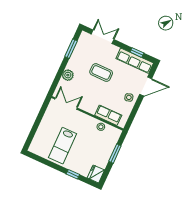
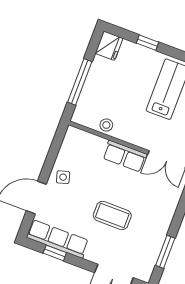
plant: (68, 75) -> (167, 207), removed
row of seats: (108, 115) -> (125, 156), moved
window: (115, 154) -> (80, 82), width x1.44

